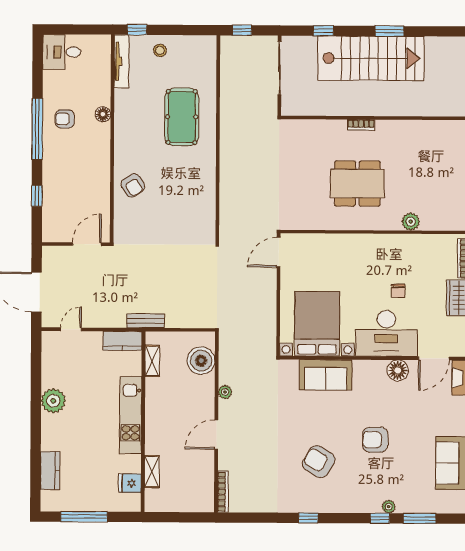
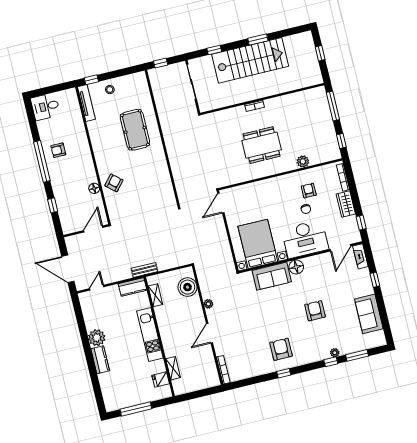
floor lamp: (103, 114) -> (94, 188), moved
armchair: (133, 185) -> (114, 183), turned -106
armchair: (409, 265) -> (309, 191), added
floor lamp: (398, 370) -> (296, 267), moved
armchair: (375, 440) -> (315, 311), turned 90
armchair: (319, 462) -> (281, 349), moved, turned 59
kitchen counter: (50, 471) -> (100, 360), moved

